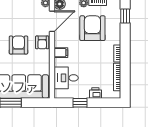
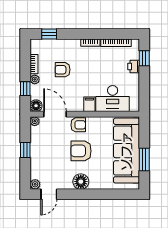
armchair: (92, 28) -> (63, 70), width x0.53, depth x0.53
desk: (66, 78) -> (113, 99), width x1.37
window: (80, 103) -> (144, 58), moved

